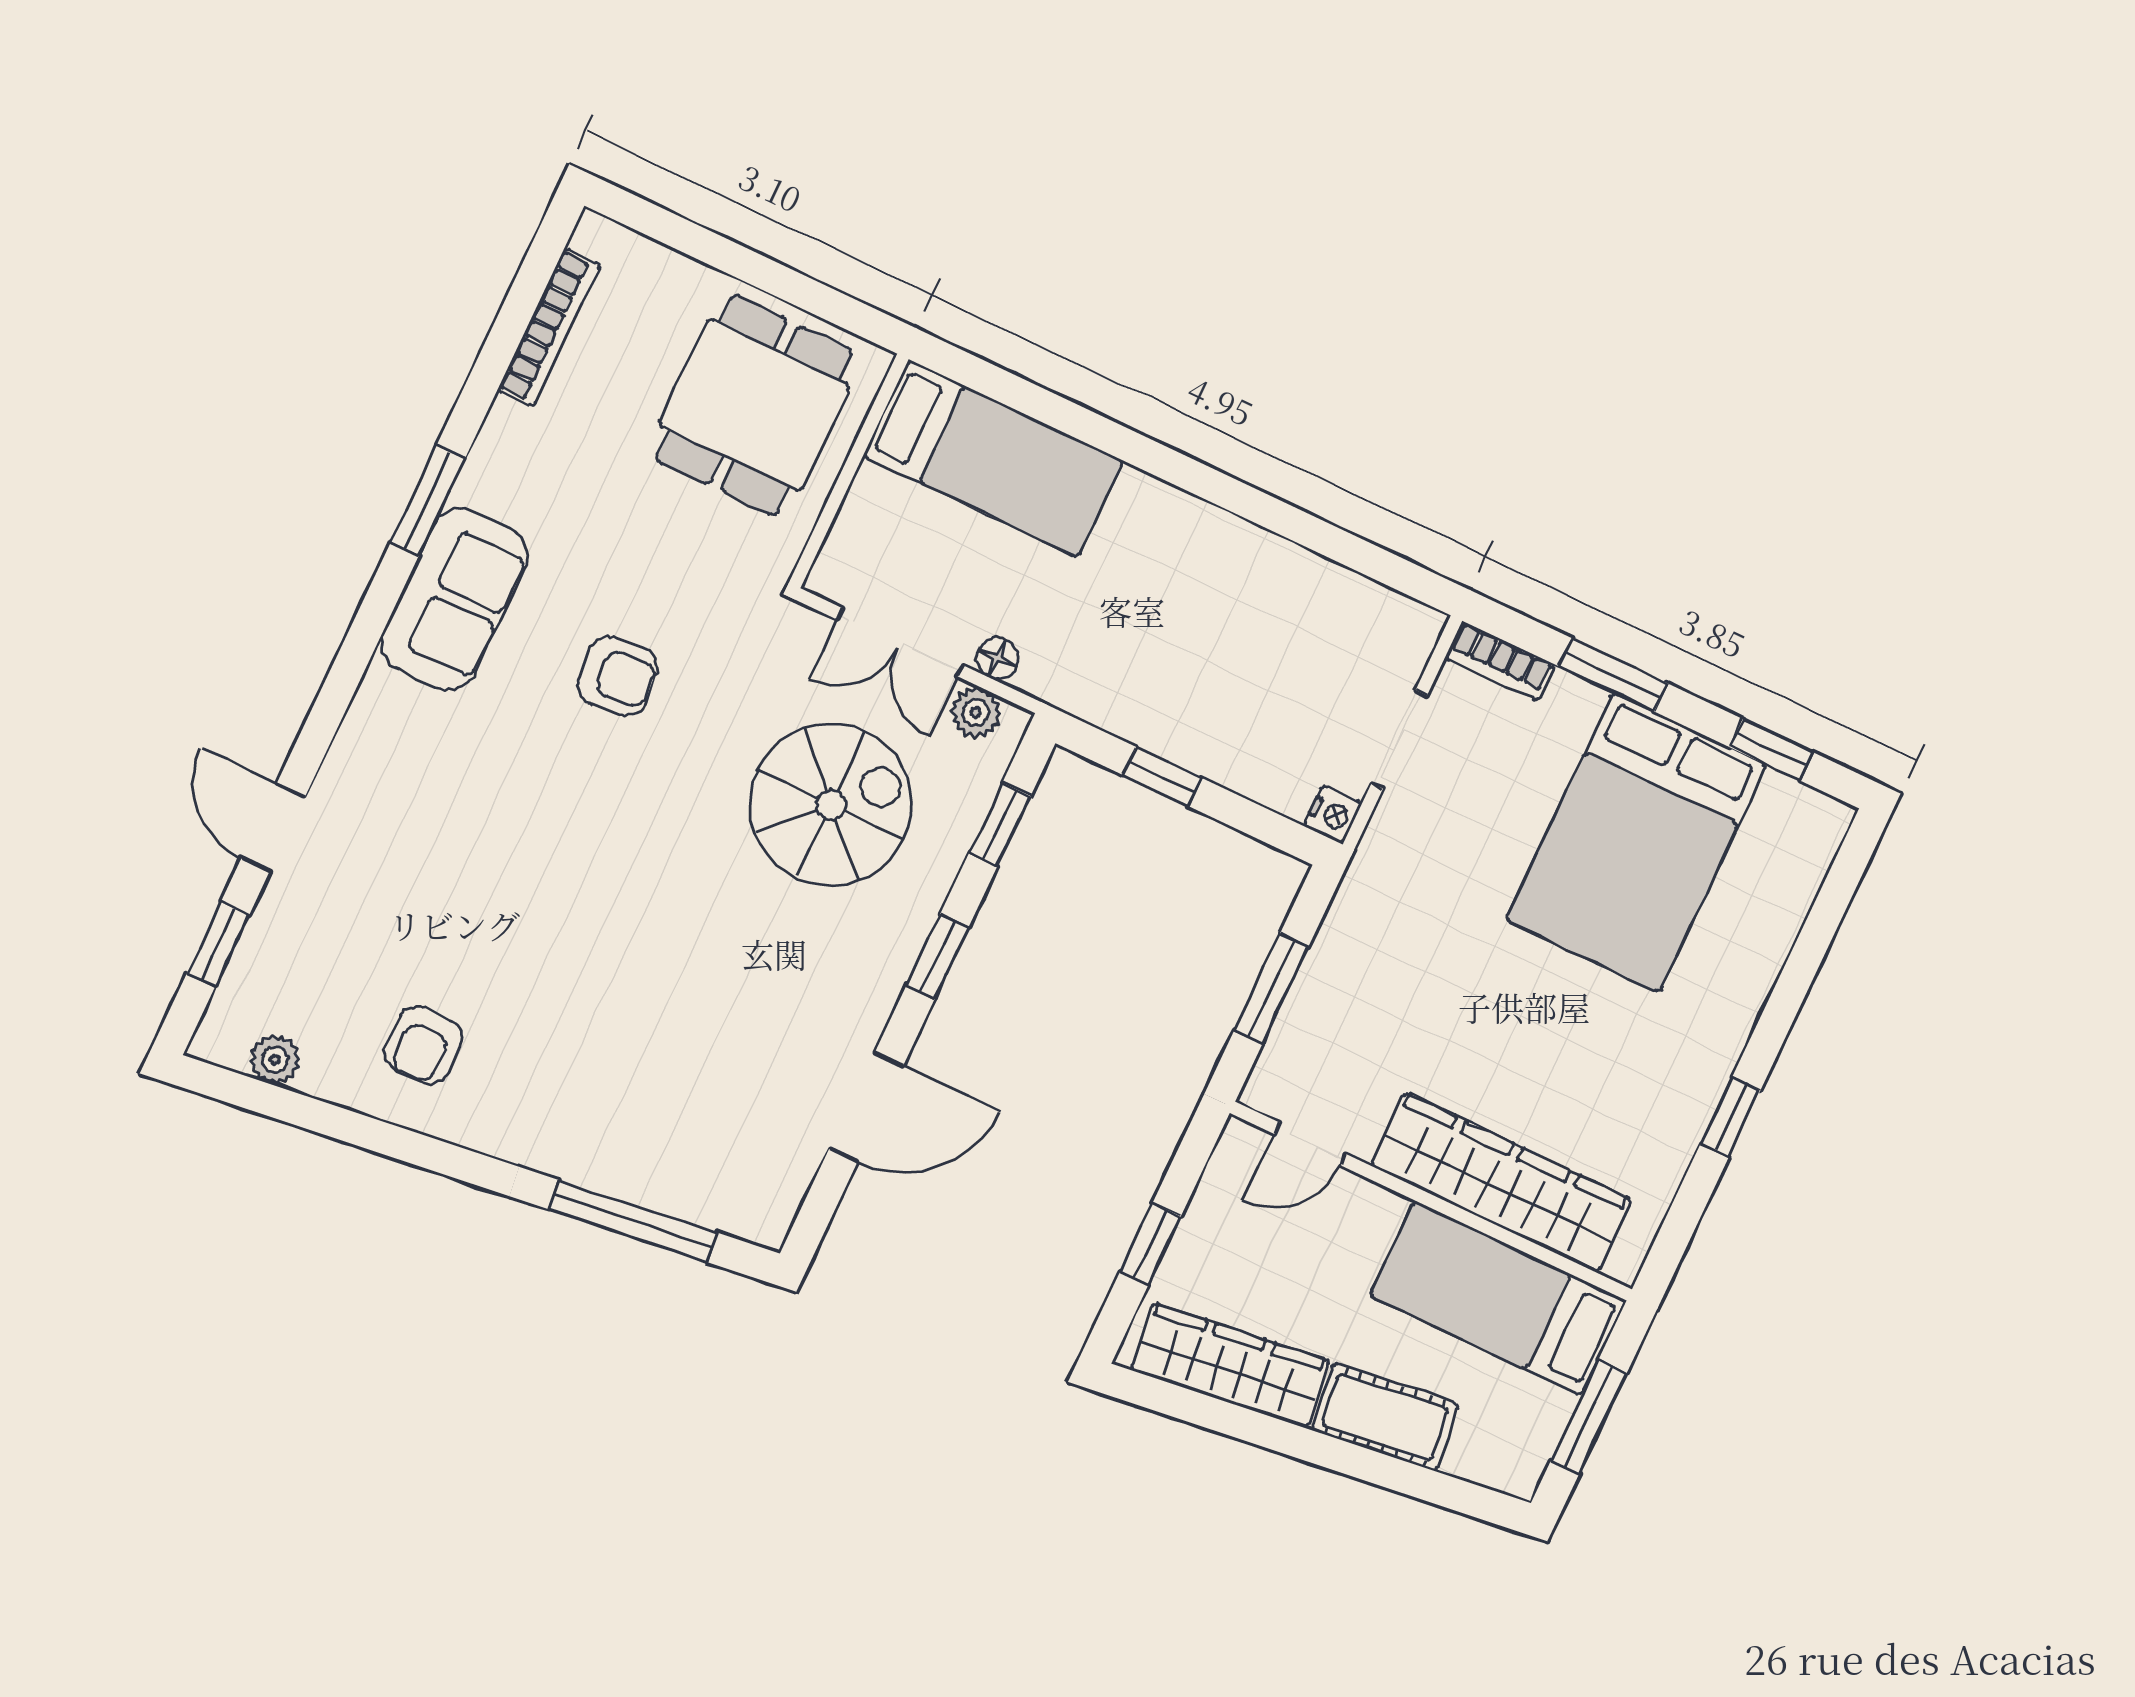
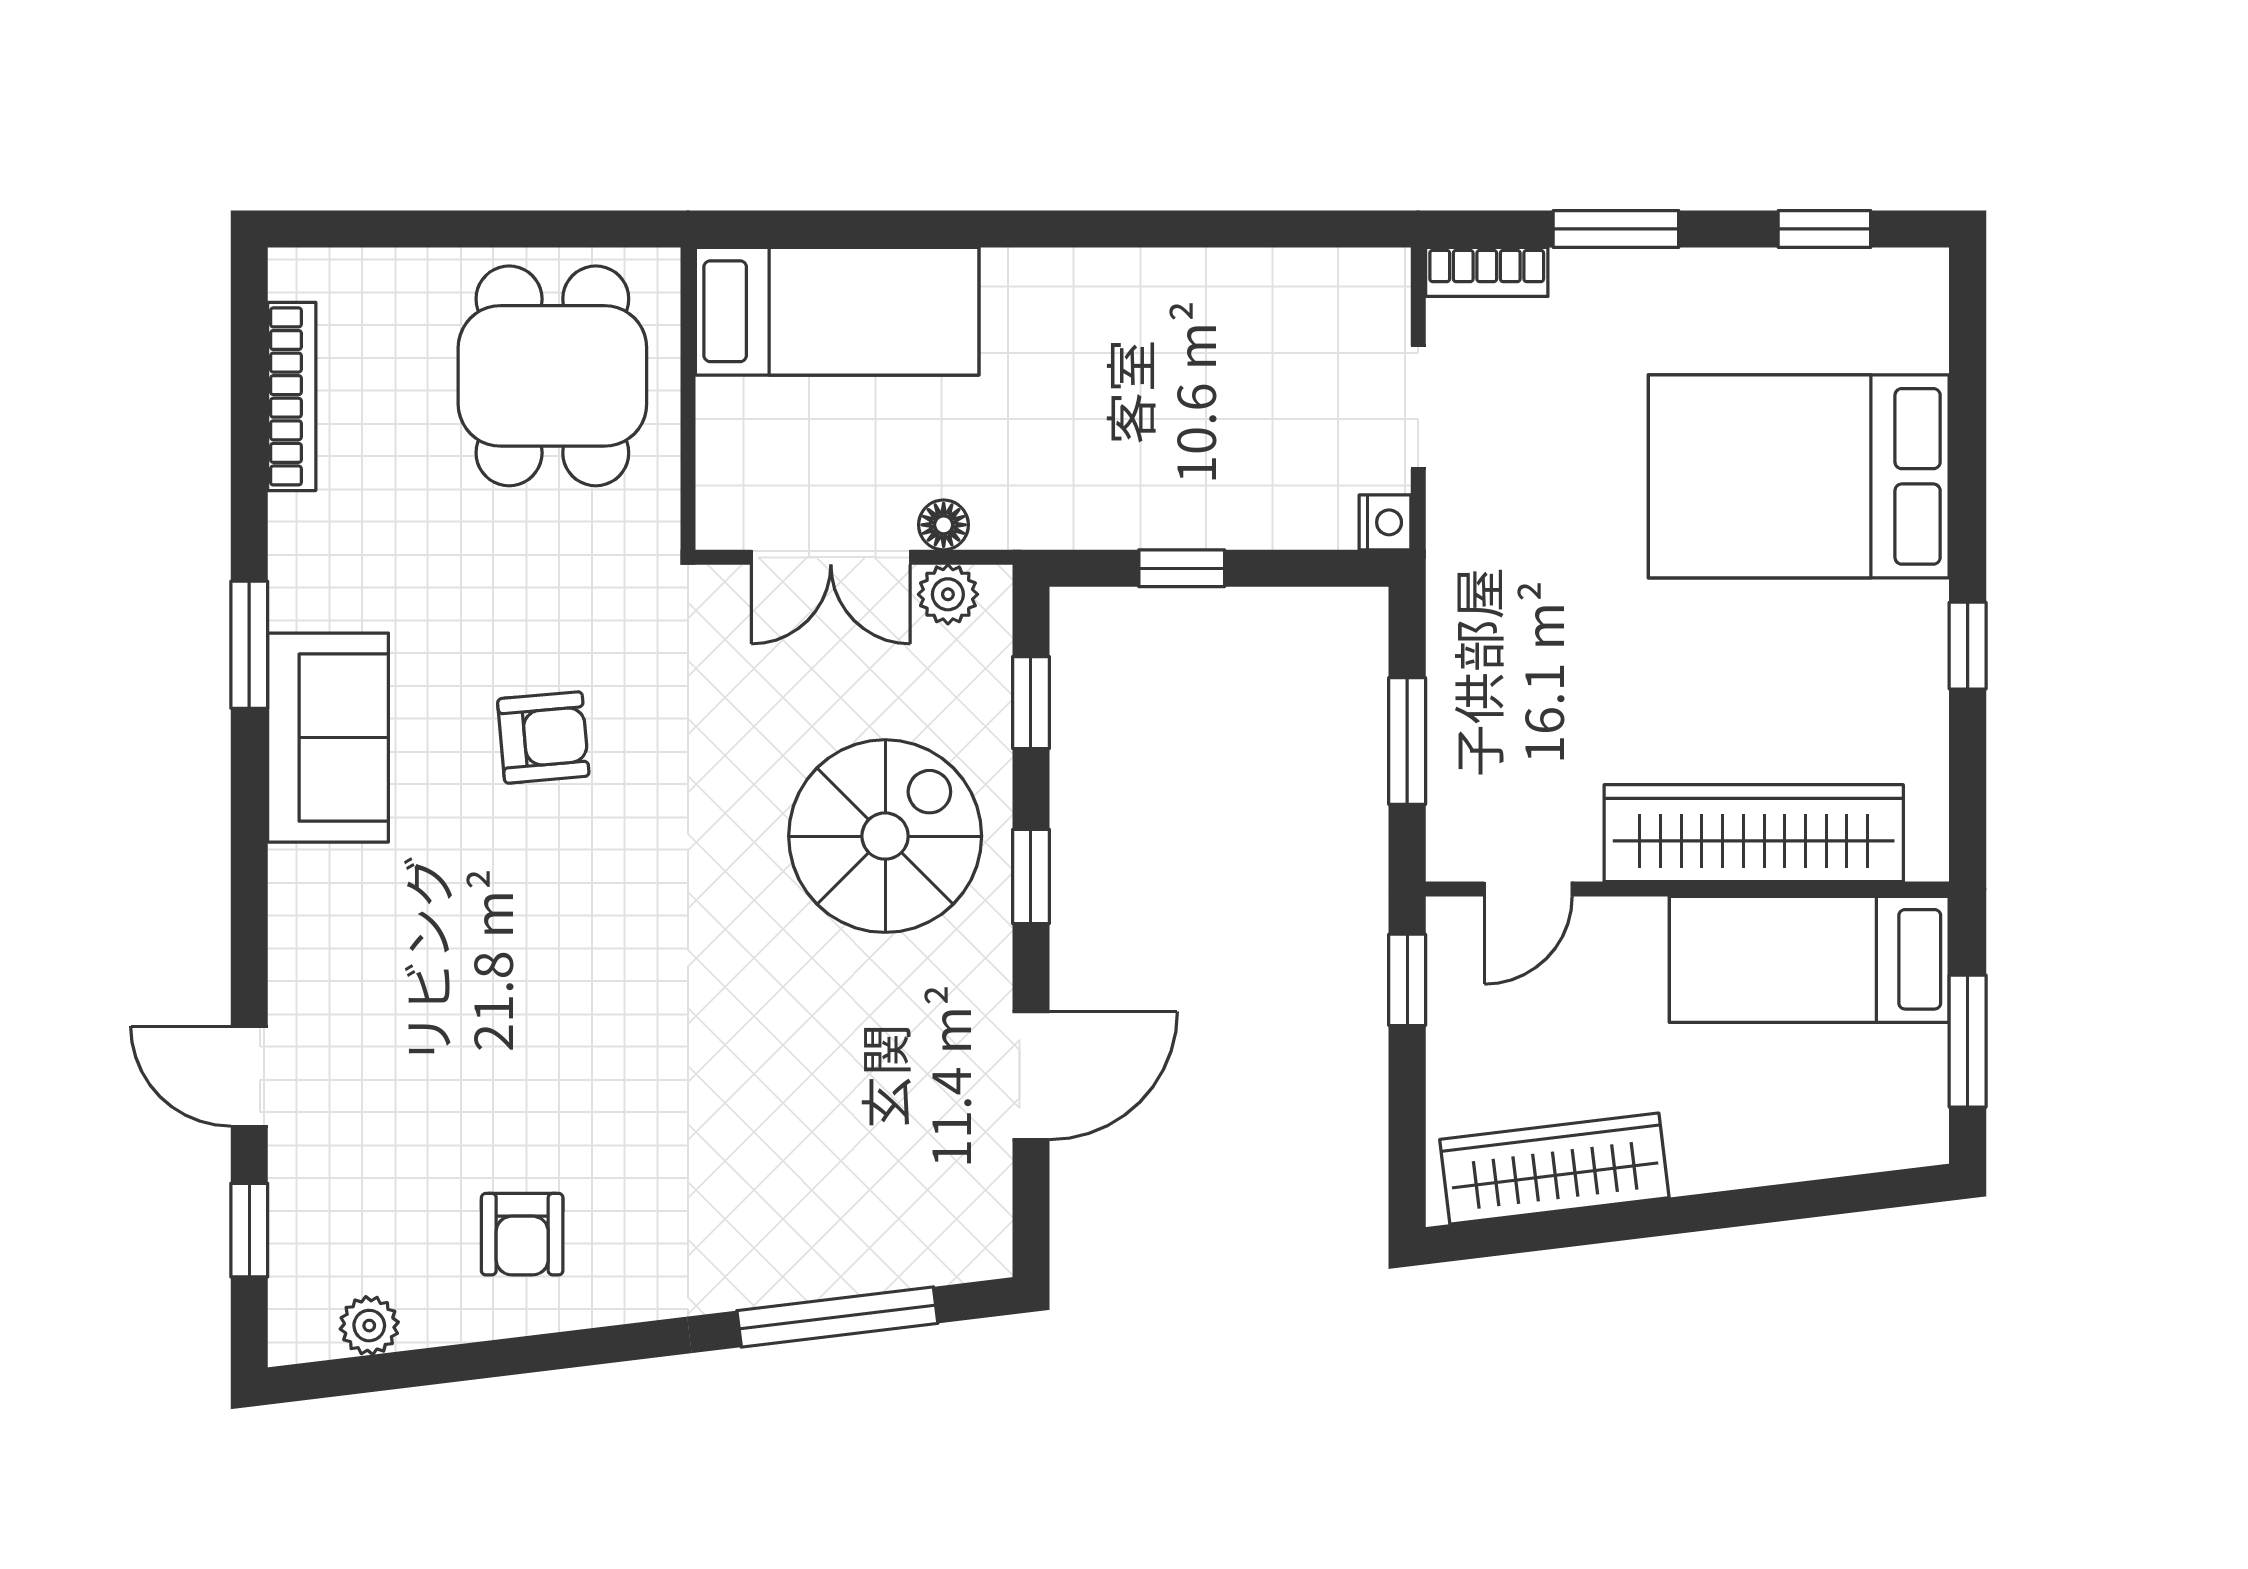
spiral stairs: (831, 805) -> (885, 836), moved
bed: (1636, 842) -> (1799, 476), moved, turned 90
window: (1150, 1244) -> (1407, 980), moved
cot: (1385, 1417) -> (1748, 1145), removed

